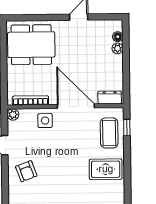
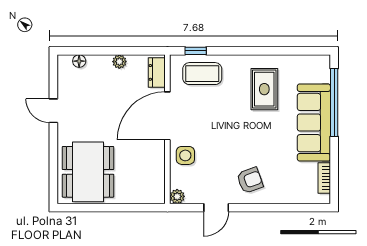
plant: (117, 48) -> (119, 62), moved
bookcase: (30, 100) -> (159, 174), removed
rug: (106, 169) -> (264, 89), moved

